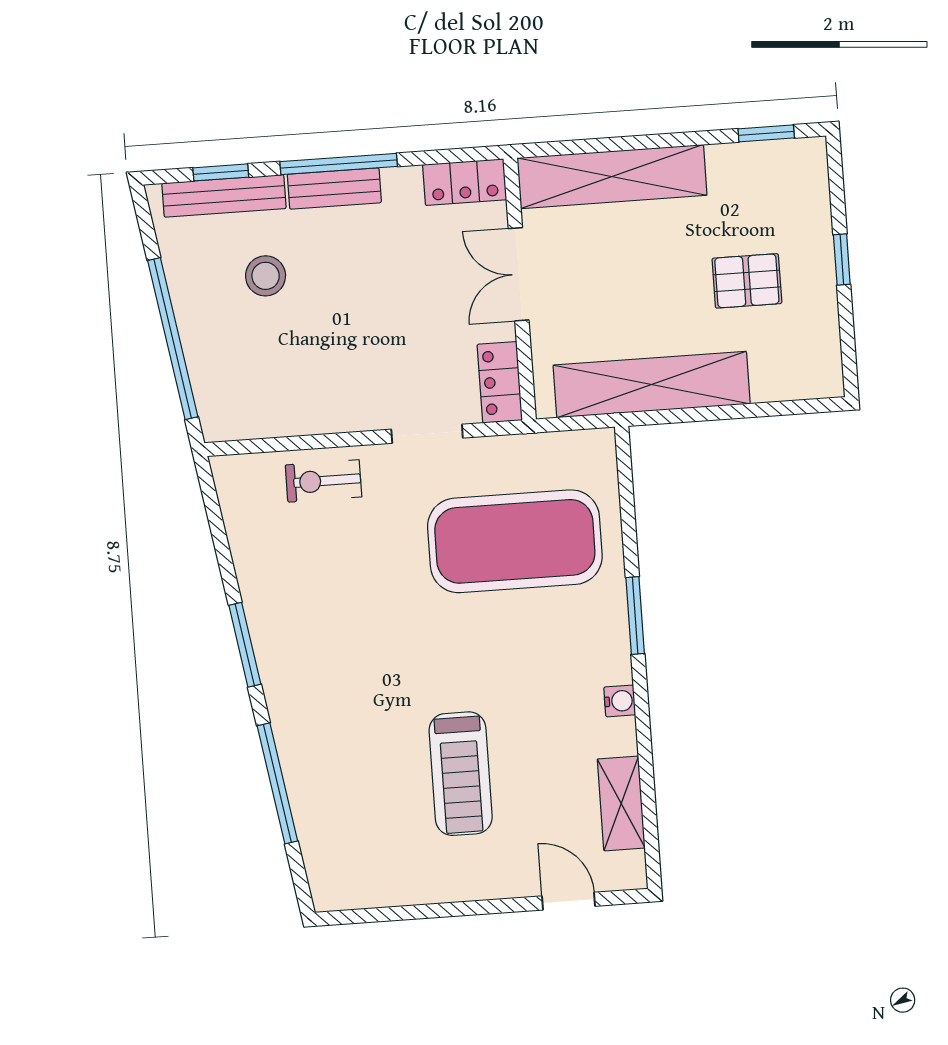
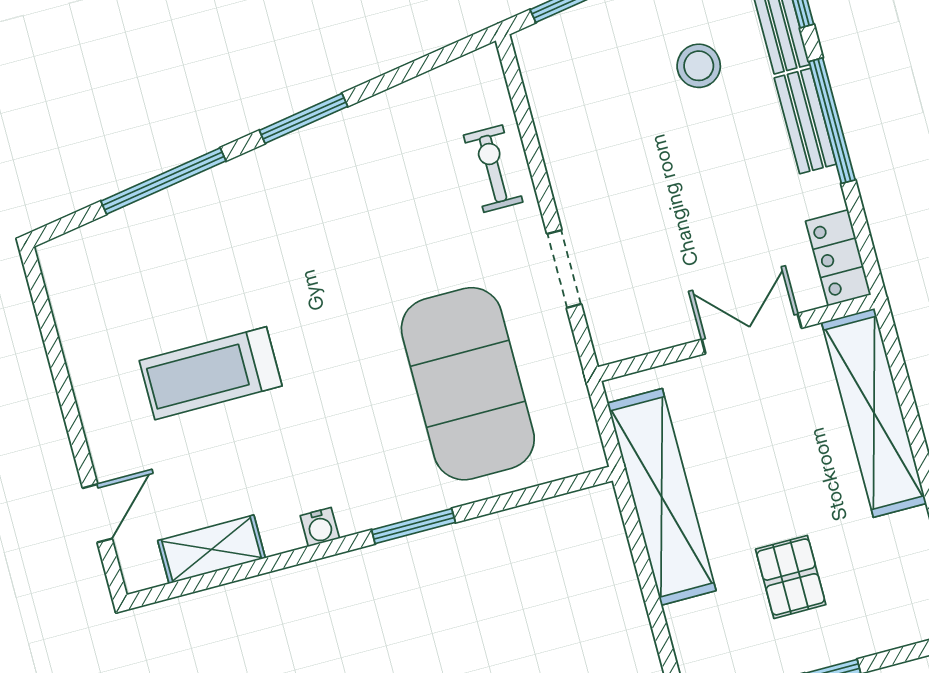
locker: (500, 382) -> (633, 336), removed

